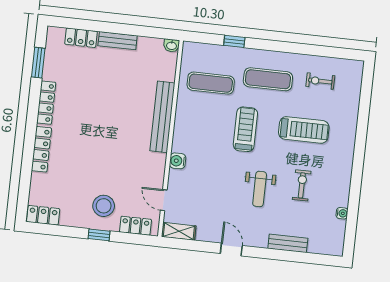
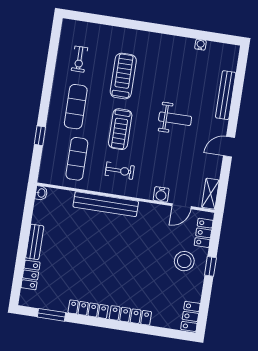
treadmill: (245, 129) -> (120, 129), turned -90
water cooler: (178, 161) -> (161, 194), moved
exercise bike: (302, 185) -> (120, 171), moved, turned 180
bench: (288, 243) -> (226, 95), width x1.36

